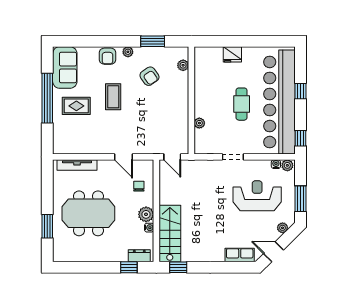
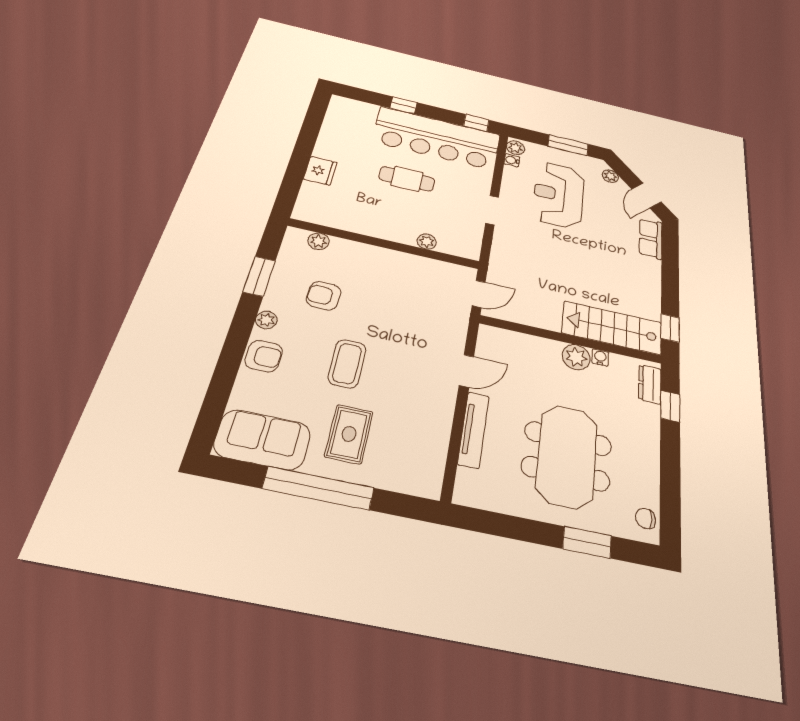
armchair: (149, 76) -> (324, 296), turned -143
coffee table: (113, 97) -> (347, 364), turned 90
bar counter: (279, 102) -> (437, 138), width x0.73
tv unit: (77, 165) -> (473, 430), moved
chair: (139, 186) -> (646, 518), moved

